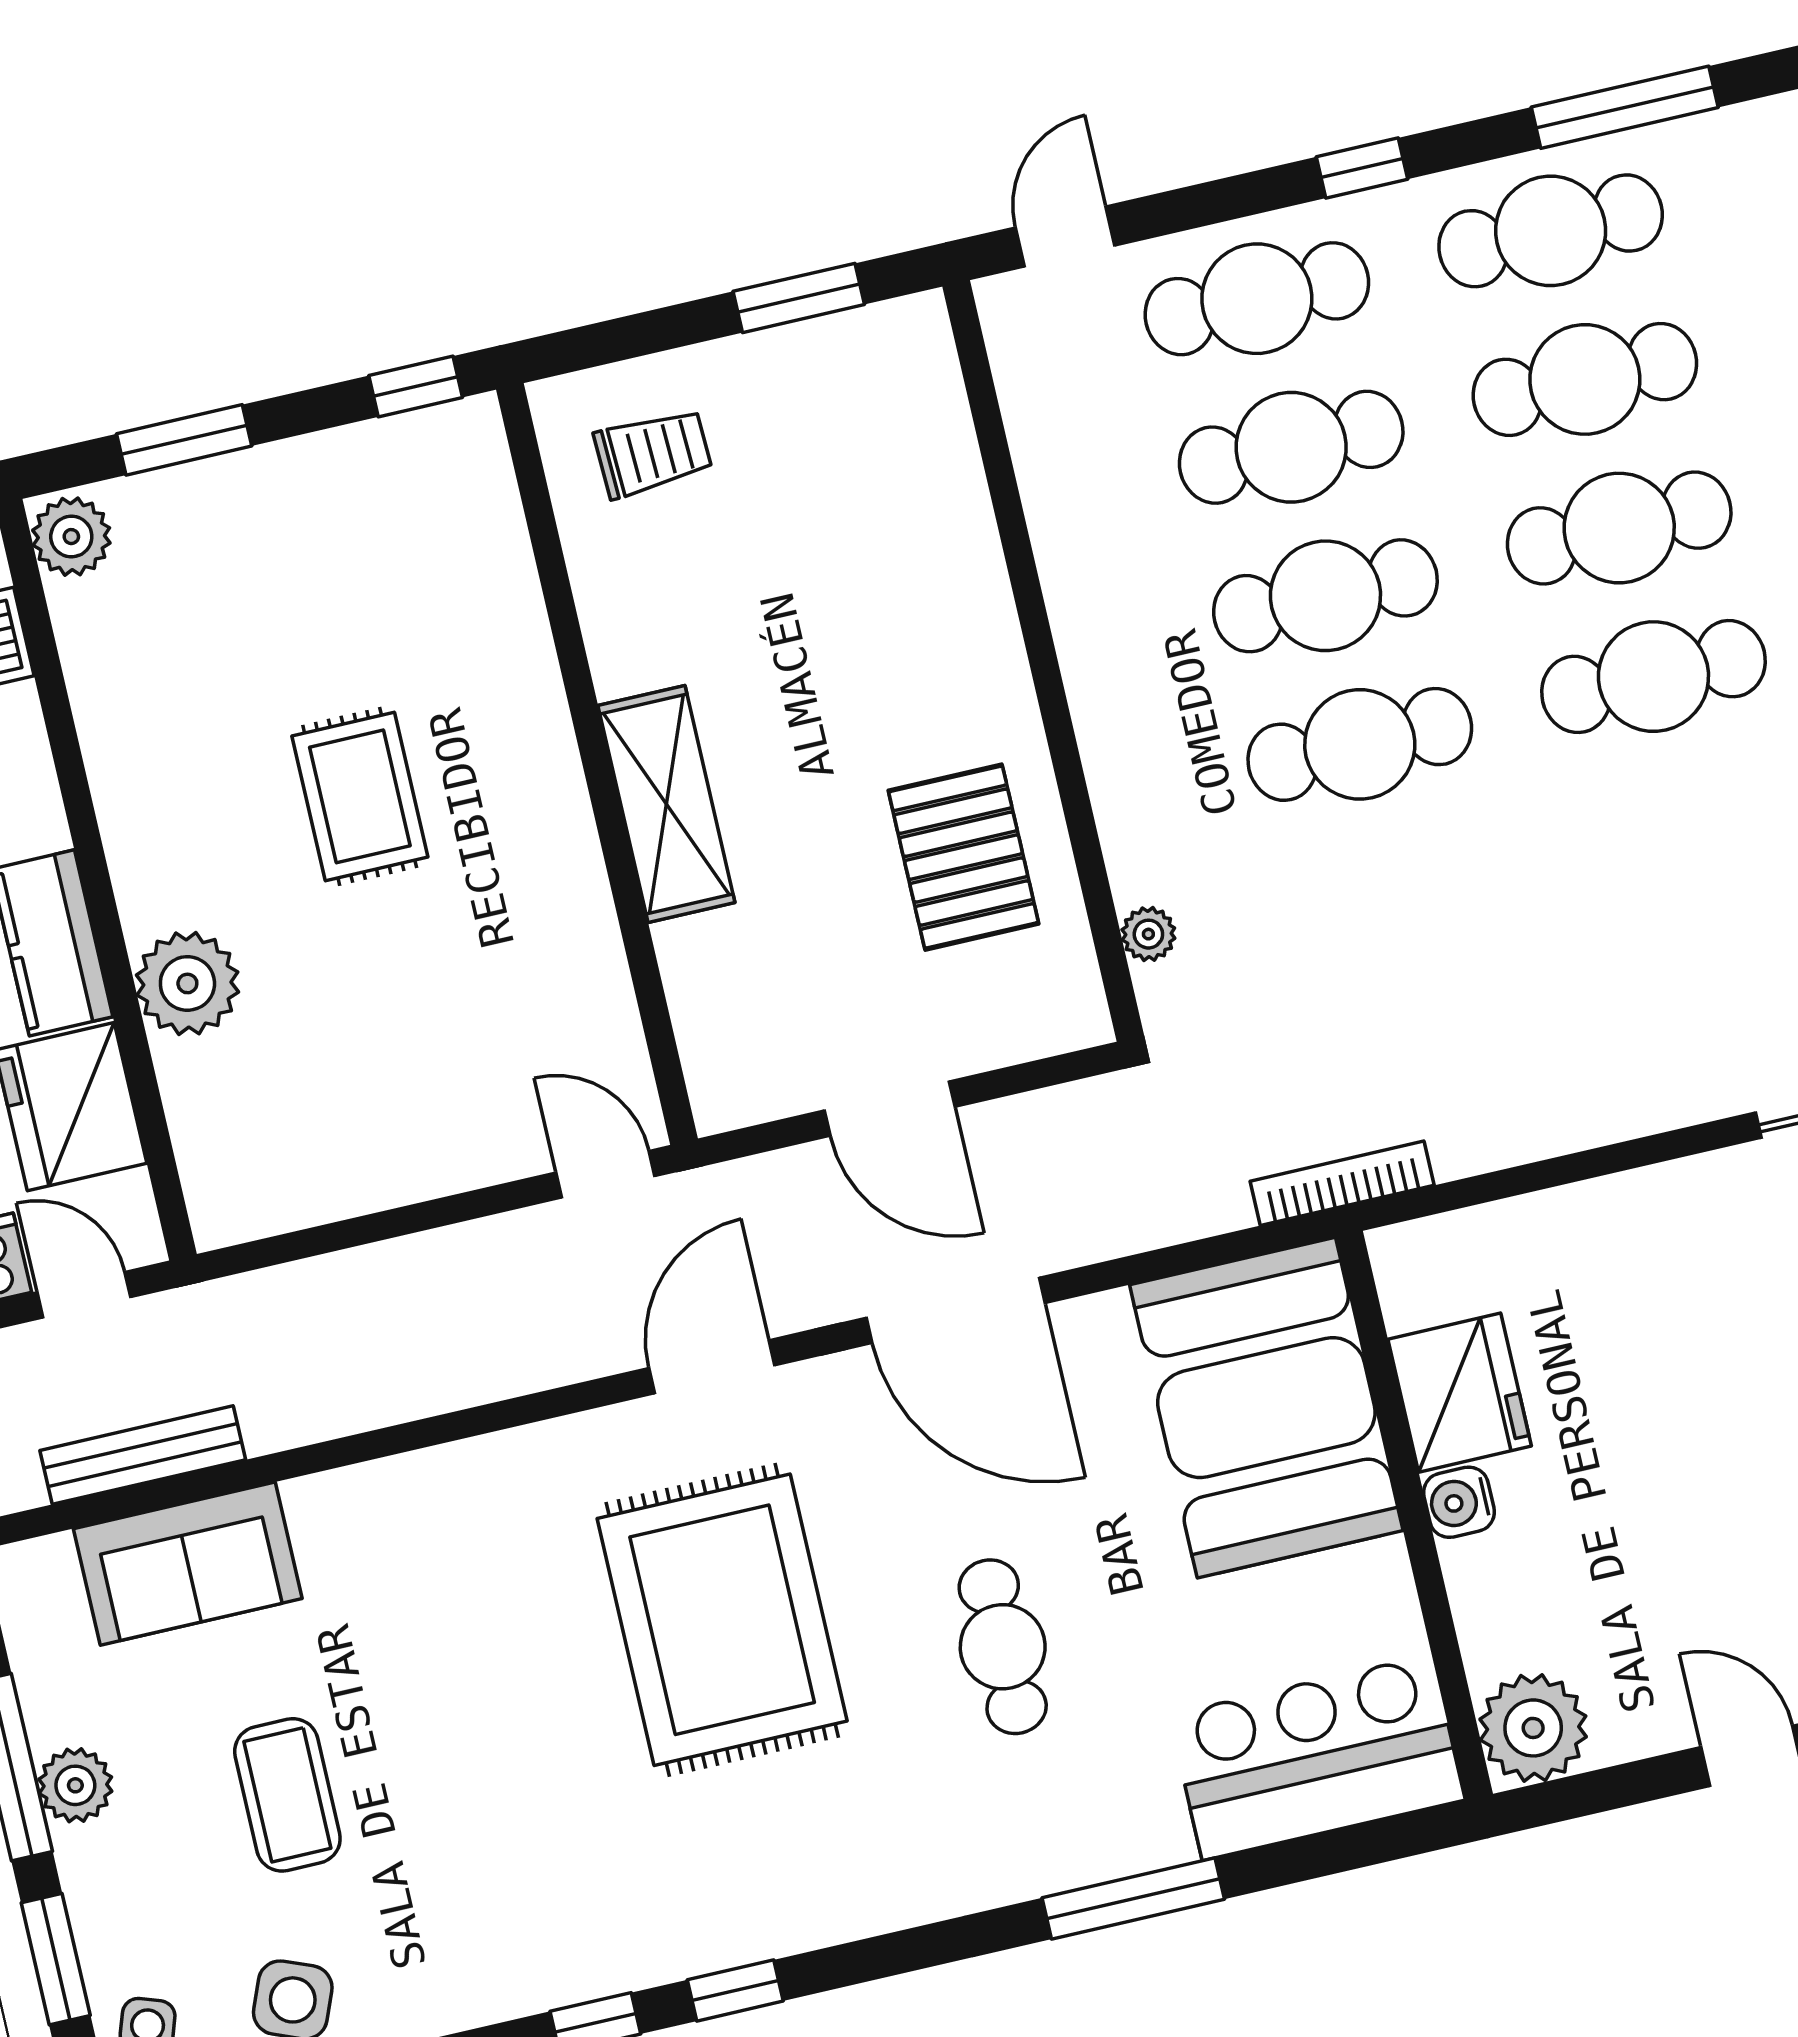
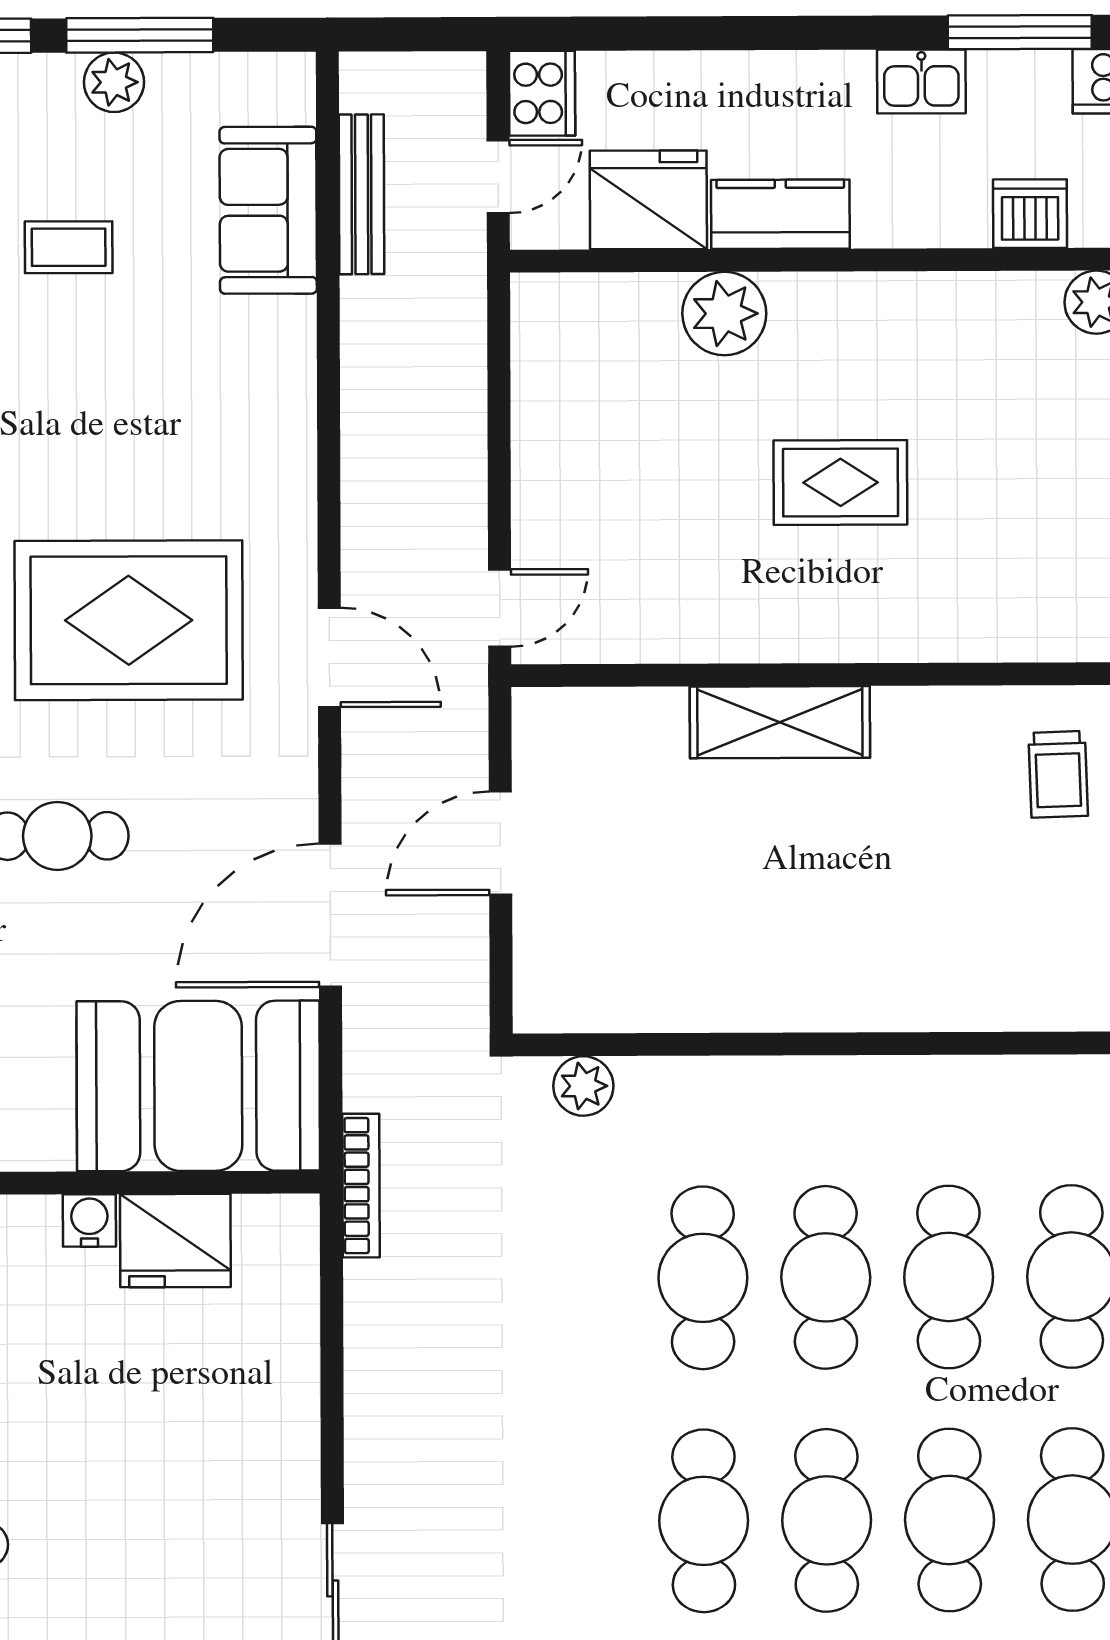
pallet: (964, 857) -> (685, 946), removed
plant: (1148, 934) -> (583, 1086), width x1.38, depth x1.38
door: (956, 1310) -> (330, 915), moved
coffee table: (287, 1795) -> (69, 247), width x0.73, depth x0.77

